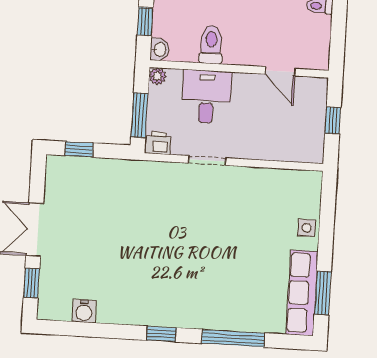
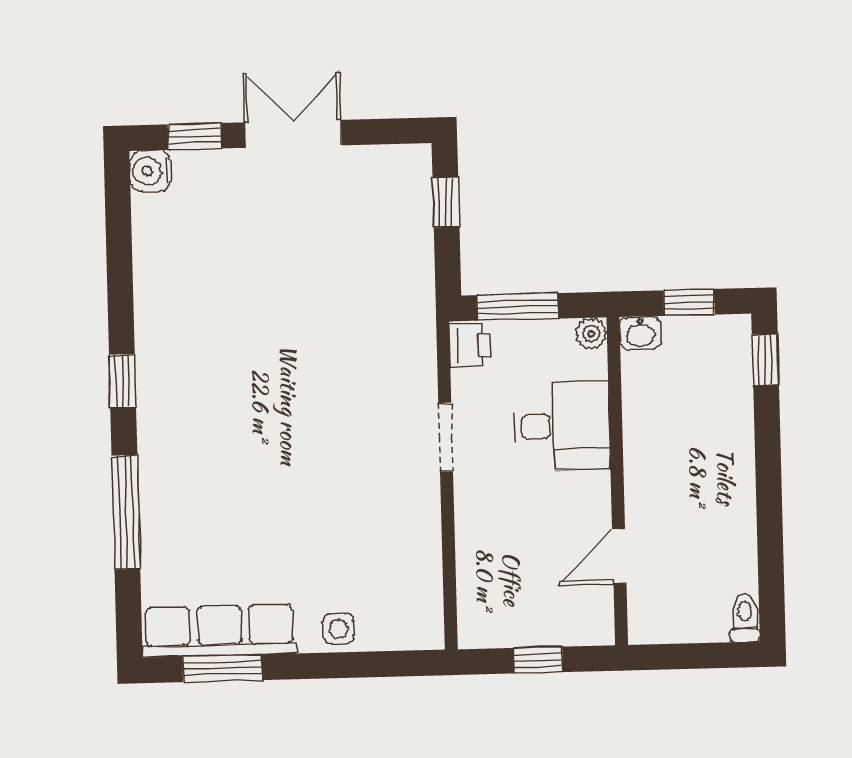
toilet: (211, 45) -> (657, 426), removed
water cooler: (84, 311) -> (150, 171), moved

